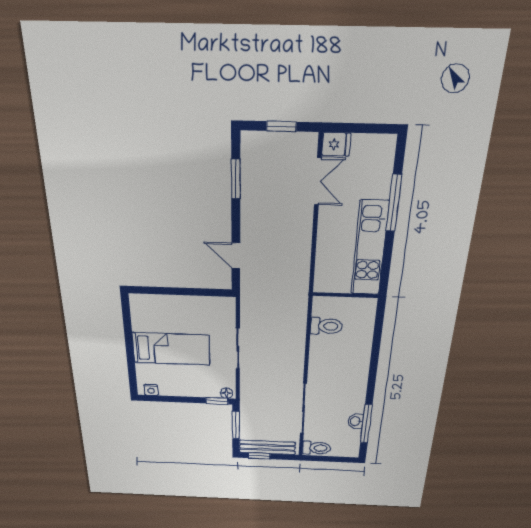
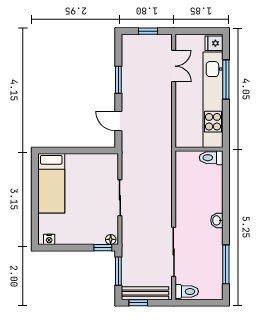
fridge: (336, 144) -> (214, 43), moved, turned 180
window: (236, 179) -> (118, 80), moved
kitchen unit: (370, 249) -> (213, 100), width x1.36
toilet: (326, 326) -> (211, 158), moved, turned 180
bed: (171, 349) -> (51, 183), moved, turned 90
washbasin: (356, 421) -> (217, 220), moved

